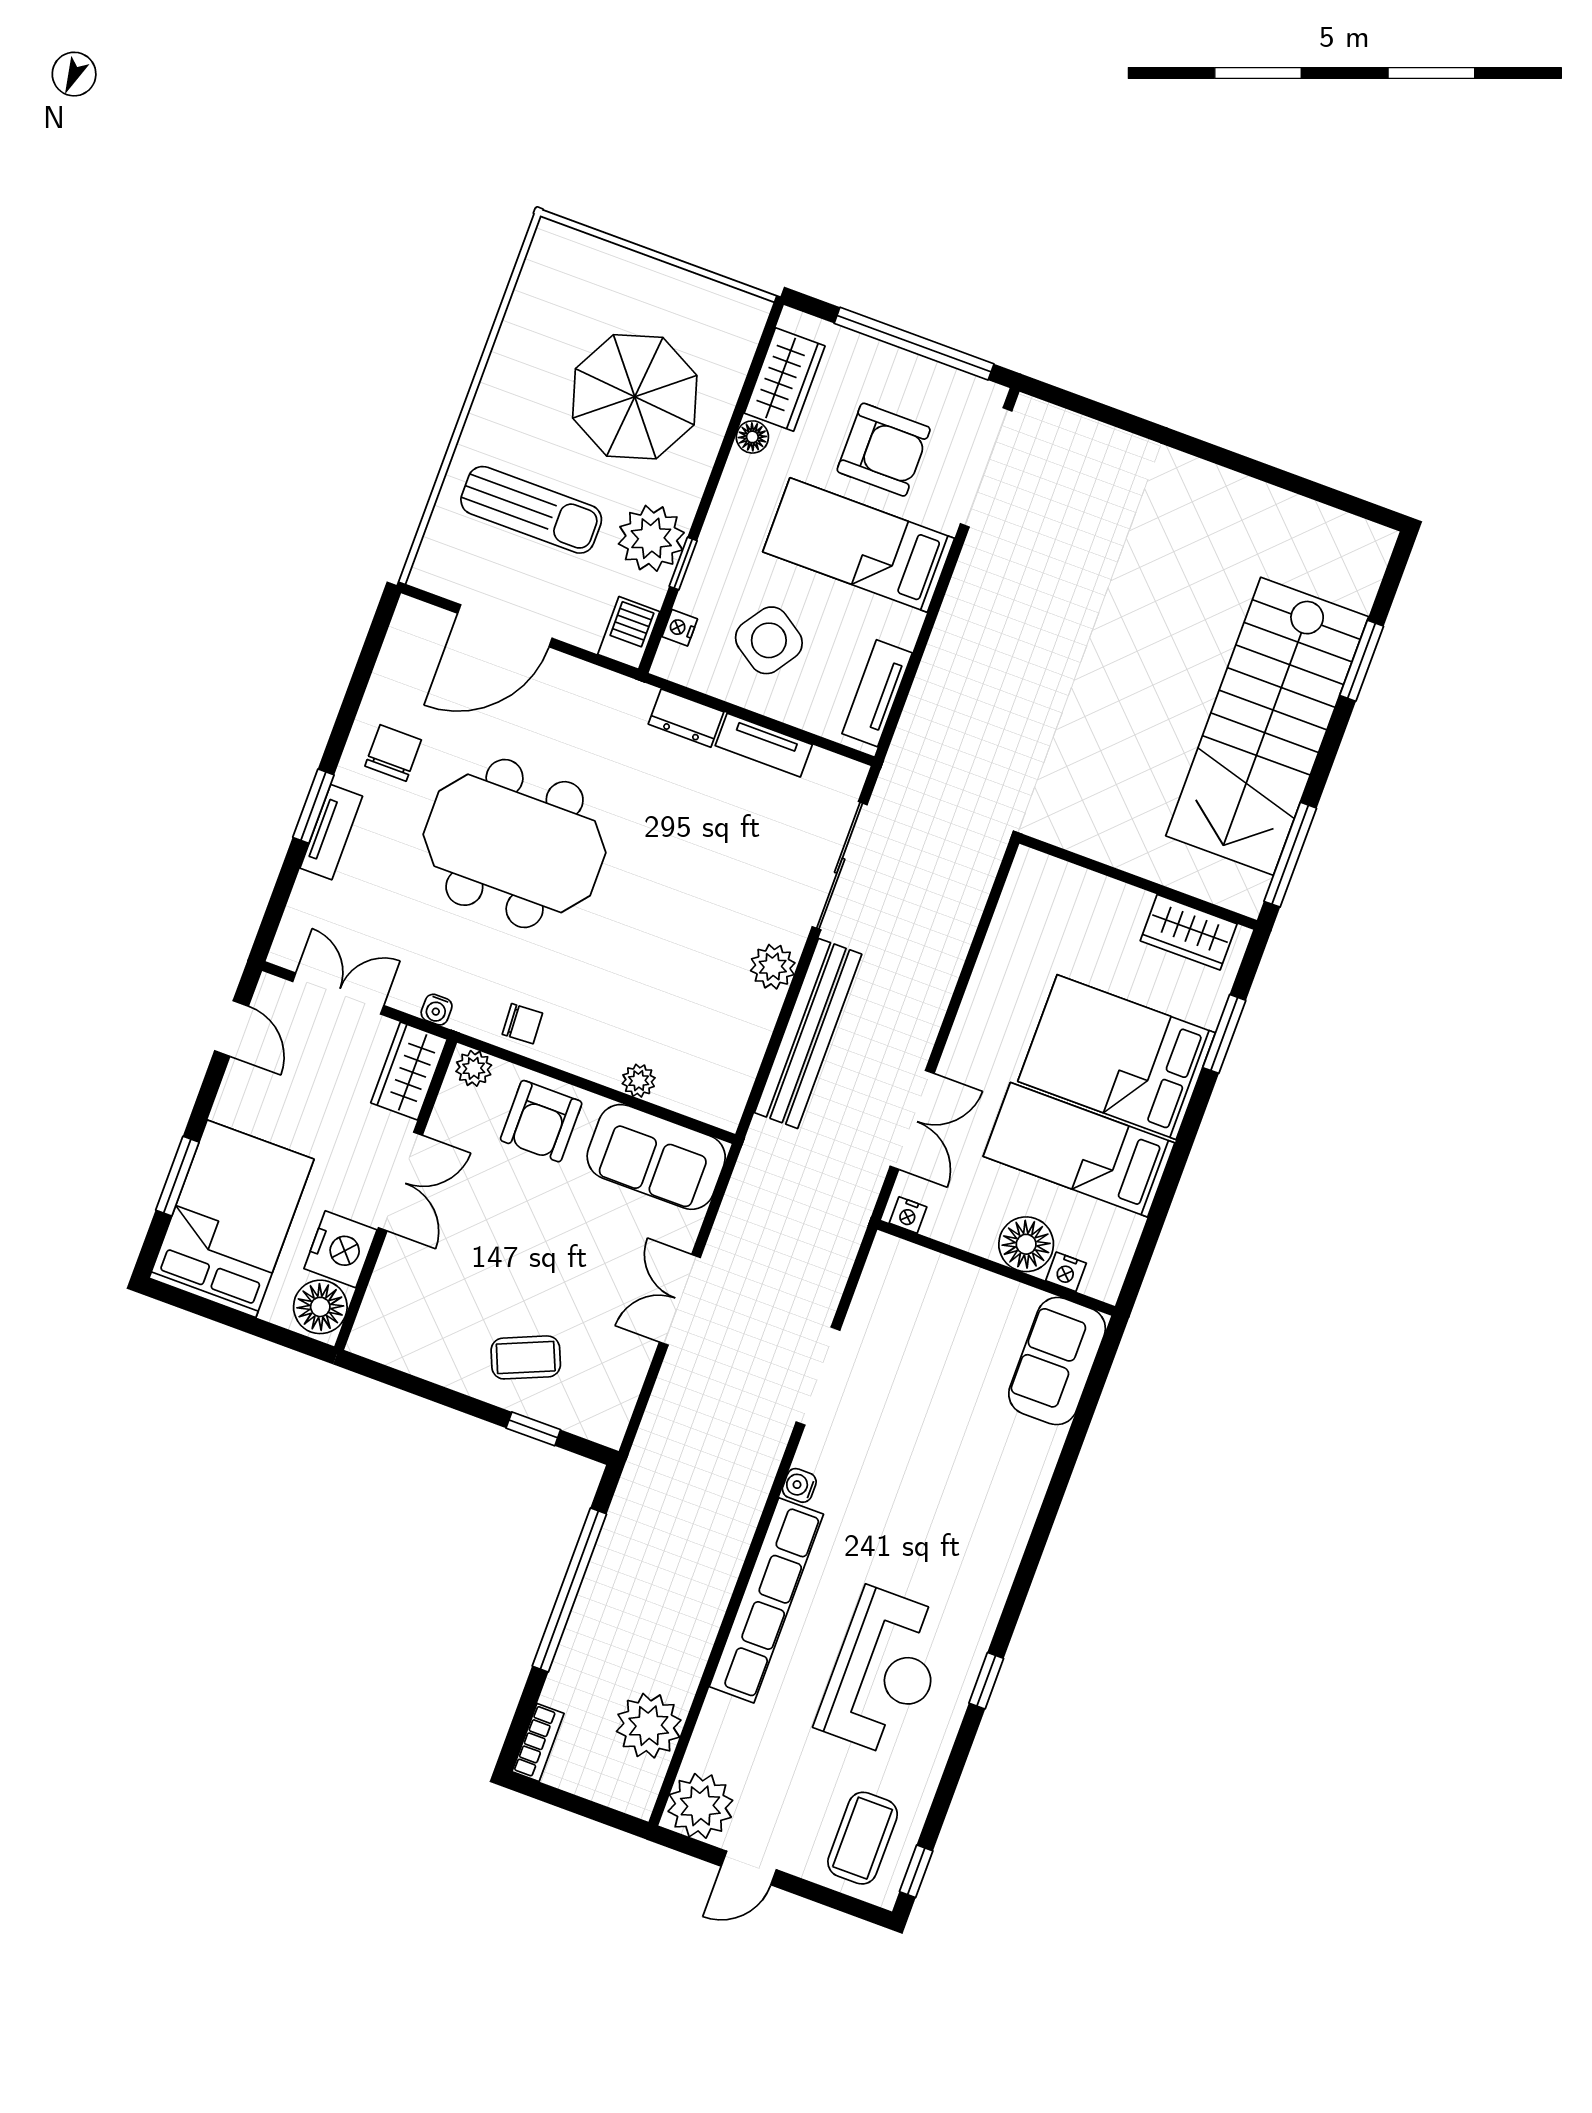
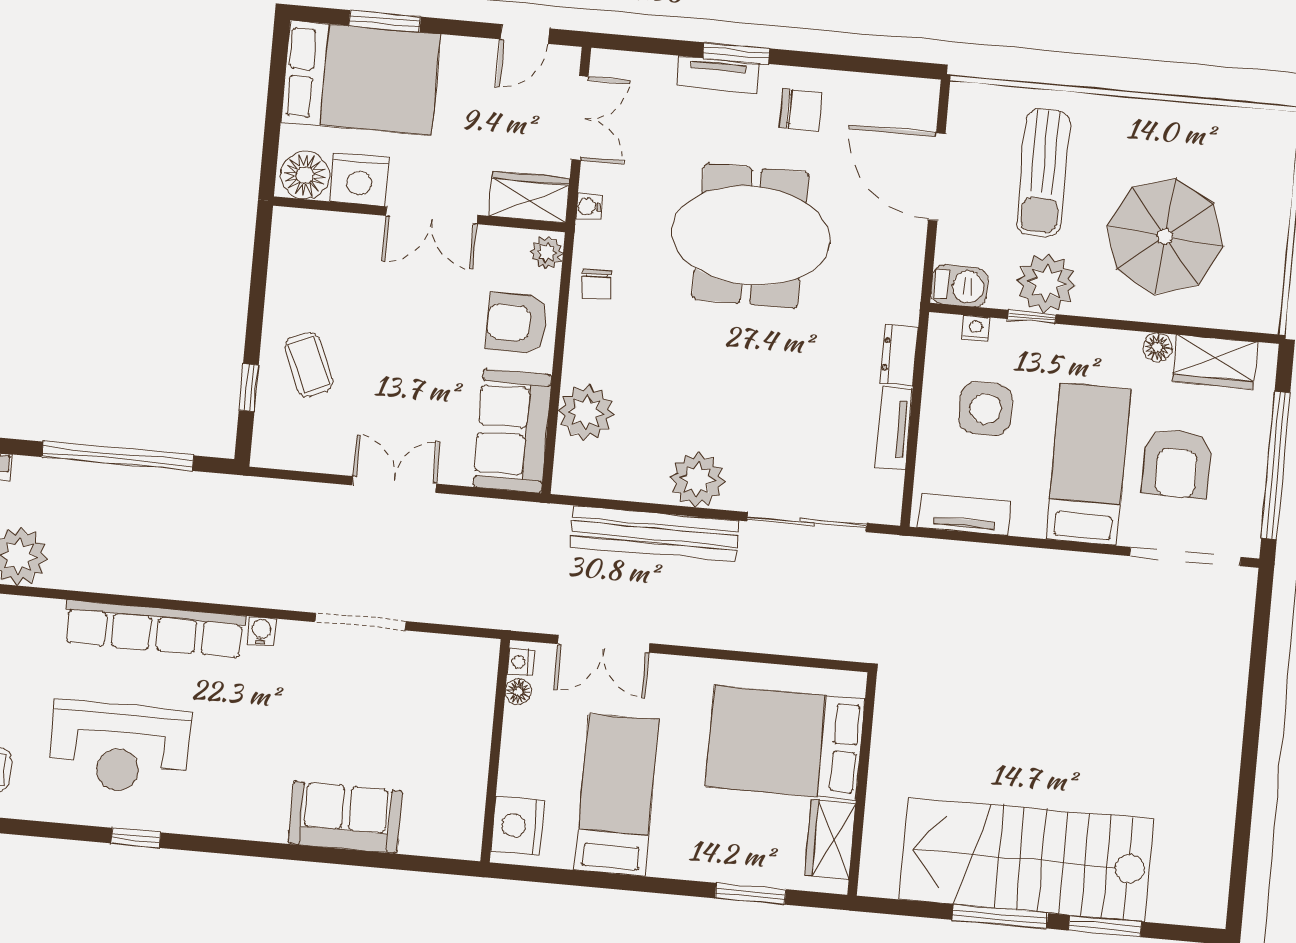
side table: (769, 640) -> (985, 409), turned -34
meeting table: (515, 843) -> (751, 236), turned 90
window: (1290, 855) -> (1000, 916), moved
plant: (773, 967) -> (697, 480), width x1.36, depth x1.36
bed: (1117, 1057) -> (785, 743), moved, turned -90
plant: (639, 1081) -> (586, 412), width x1.87, depth x1.87
floor lamp: (1026, 1244) -> (518, 692), moved, width x0.53, depth x0.53
nightstand: (1066, 1272) -> (518, 826), width x1.89, depth x1.79
sofa: (1057, 1361) -> (345, 817), moved

